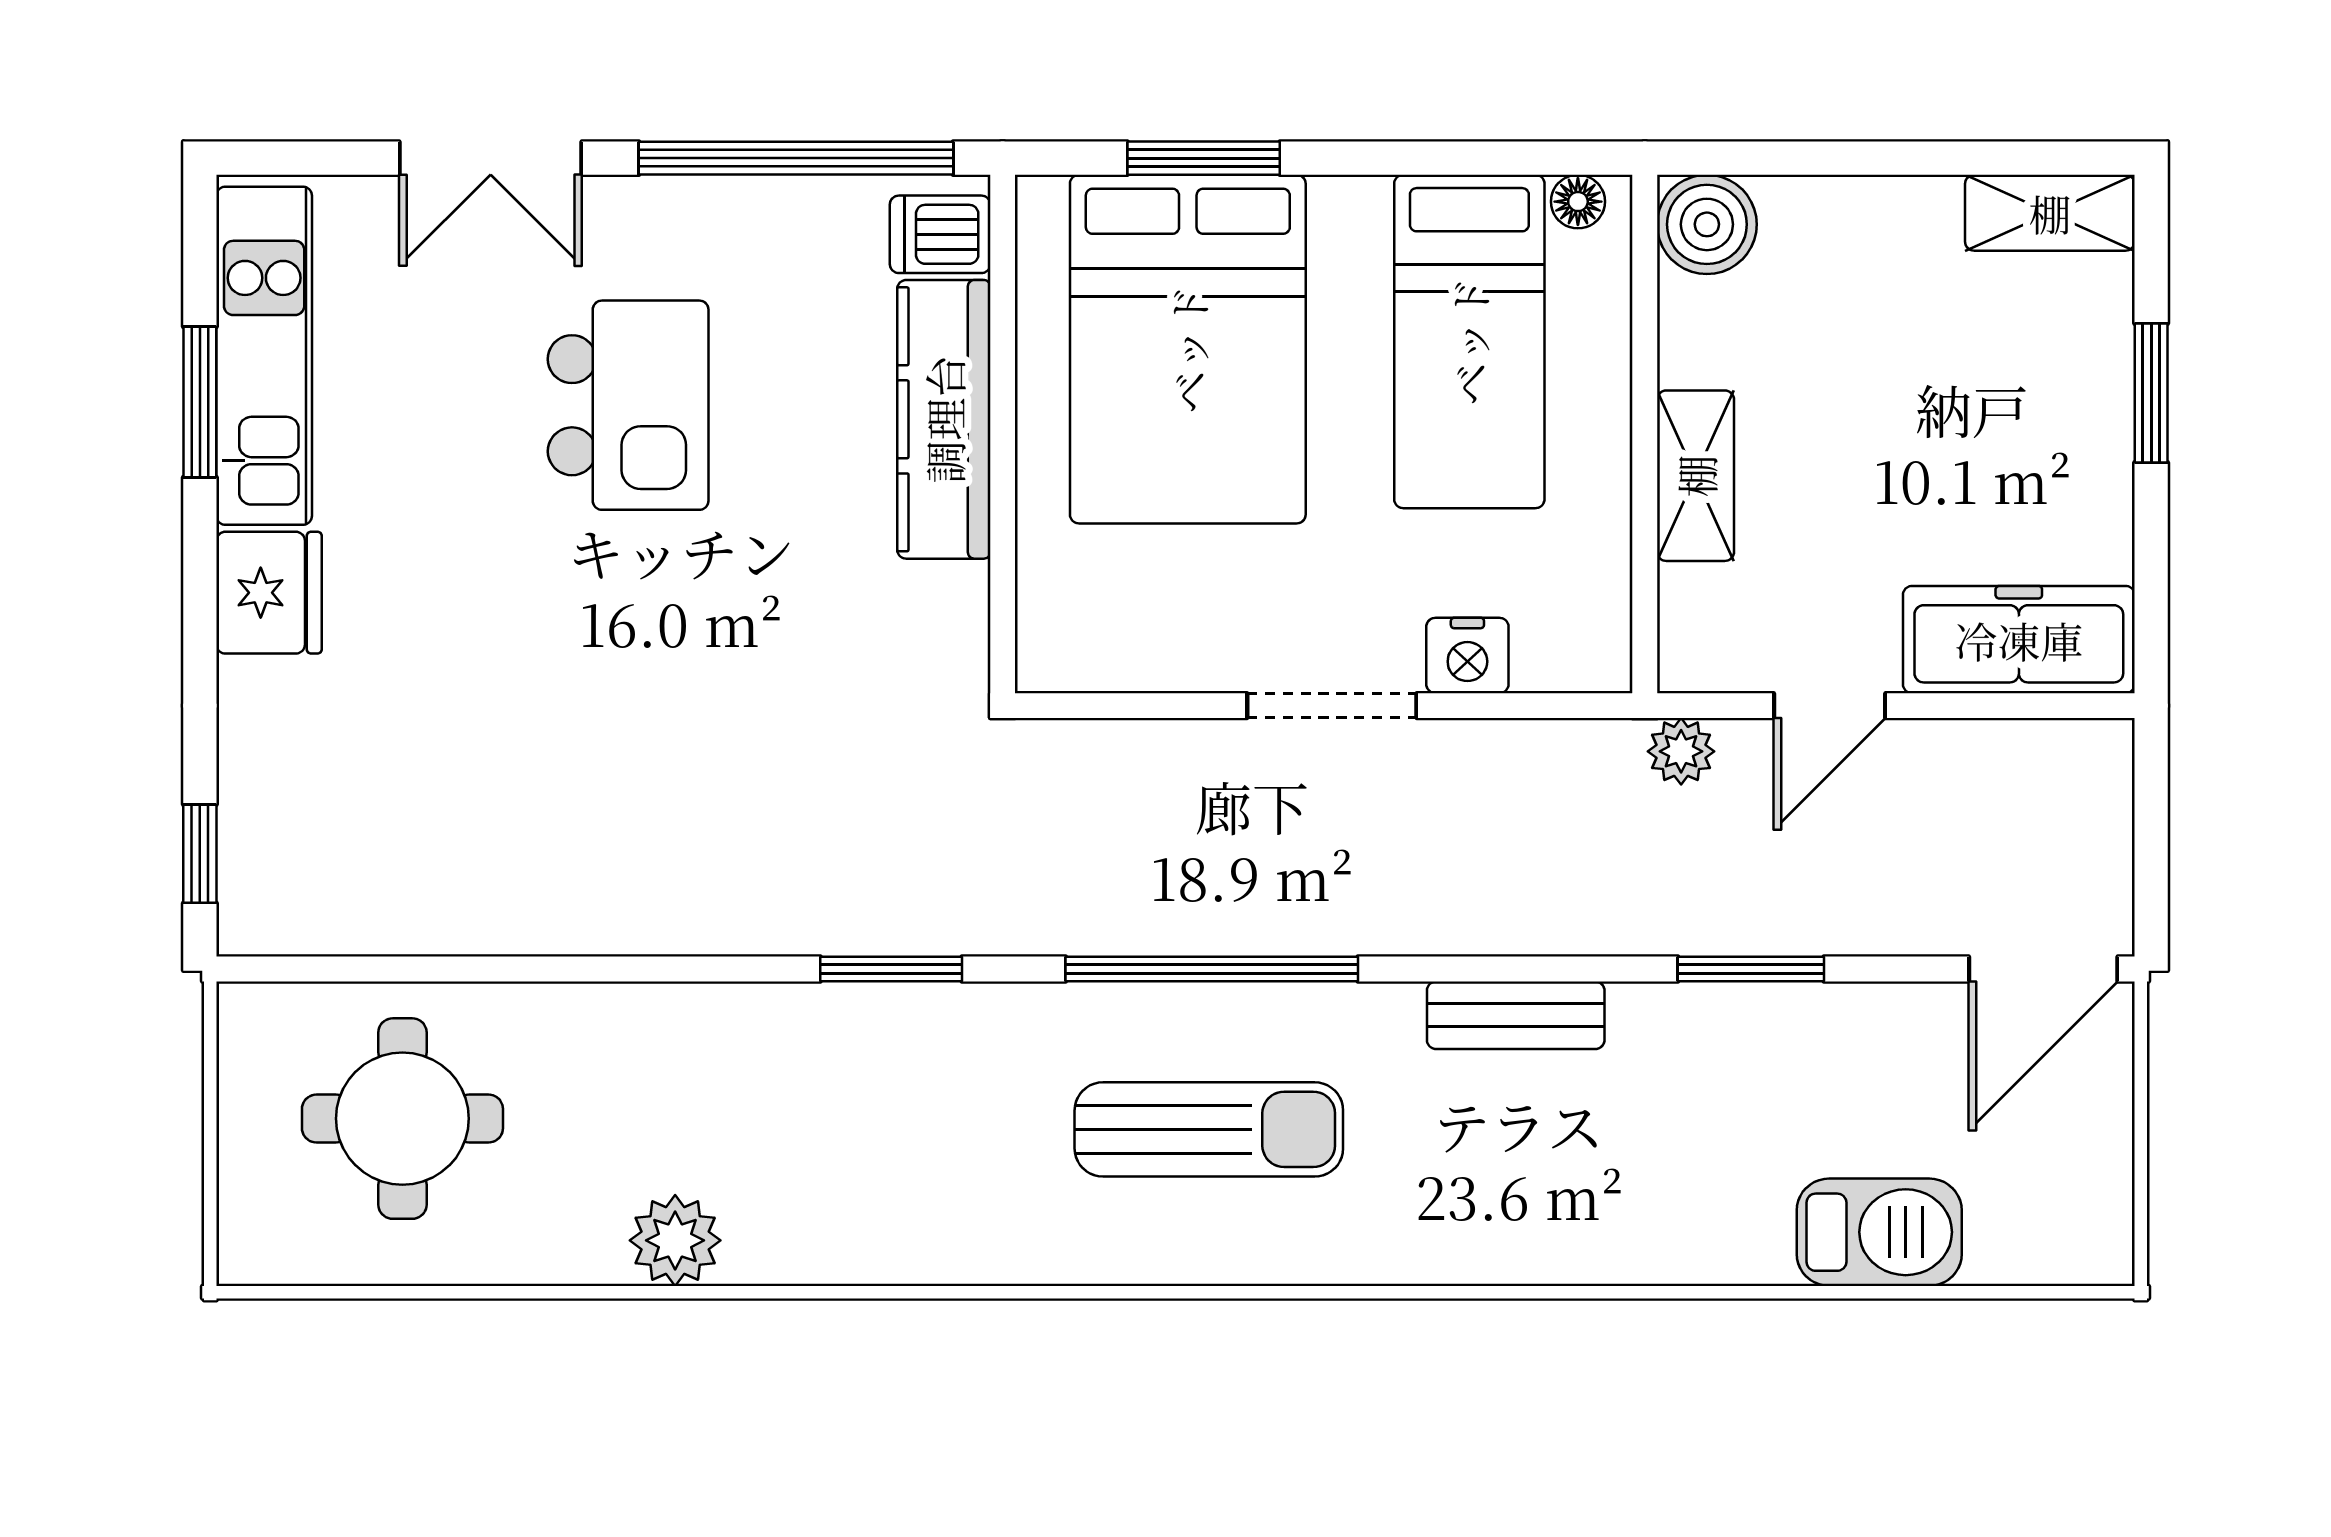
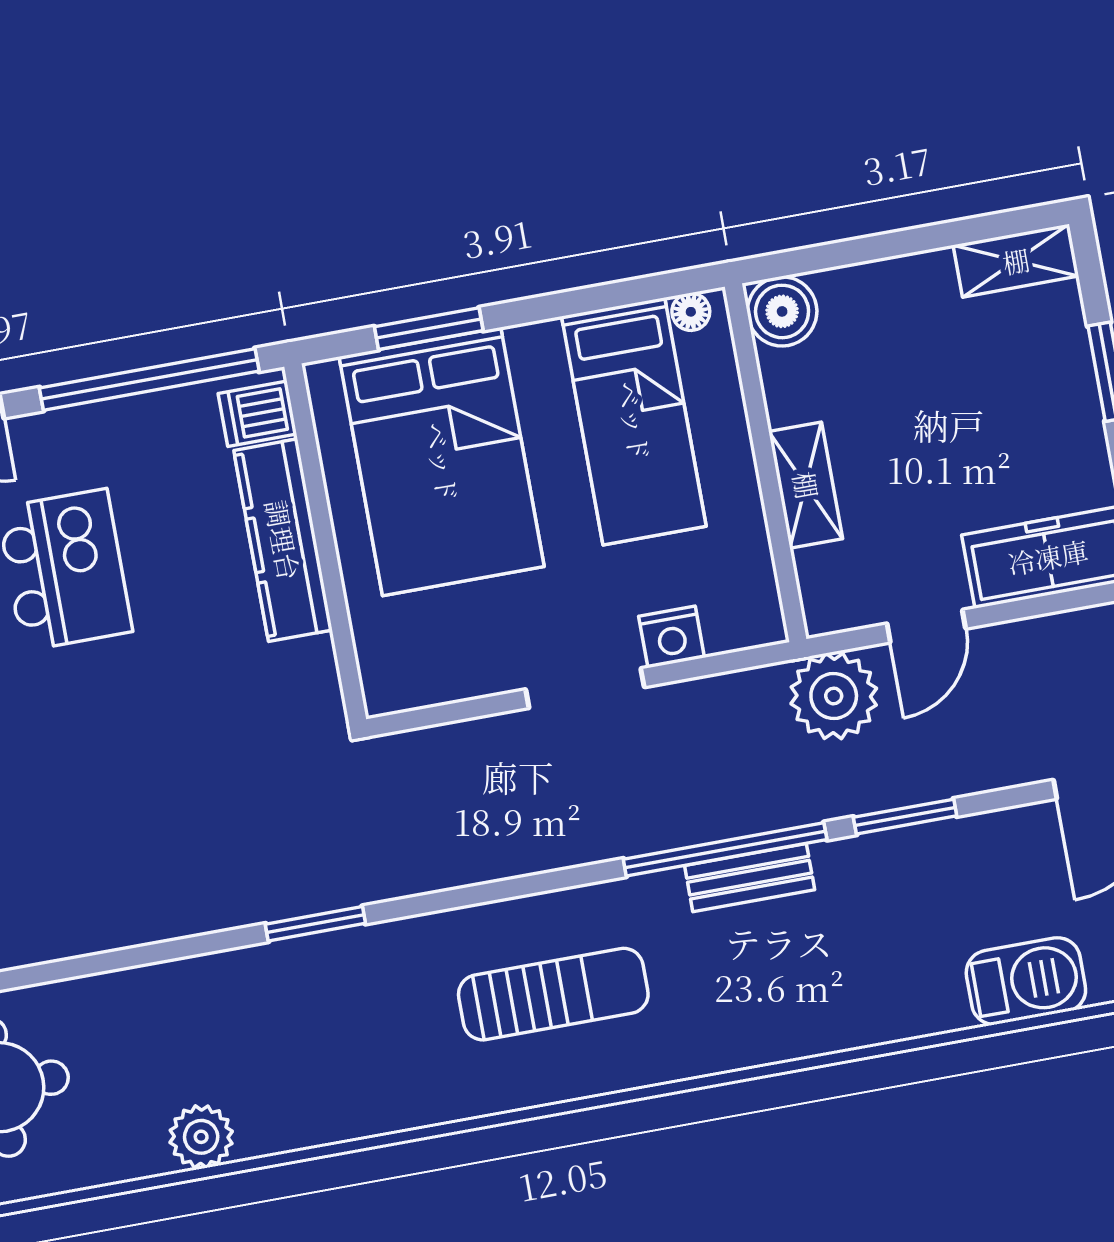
plant: (1681, 751) -> (834, 696), width x1.88, depth x1.88
window: (1212, 969) -> (725, 849), moved

